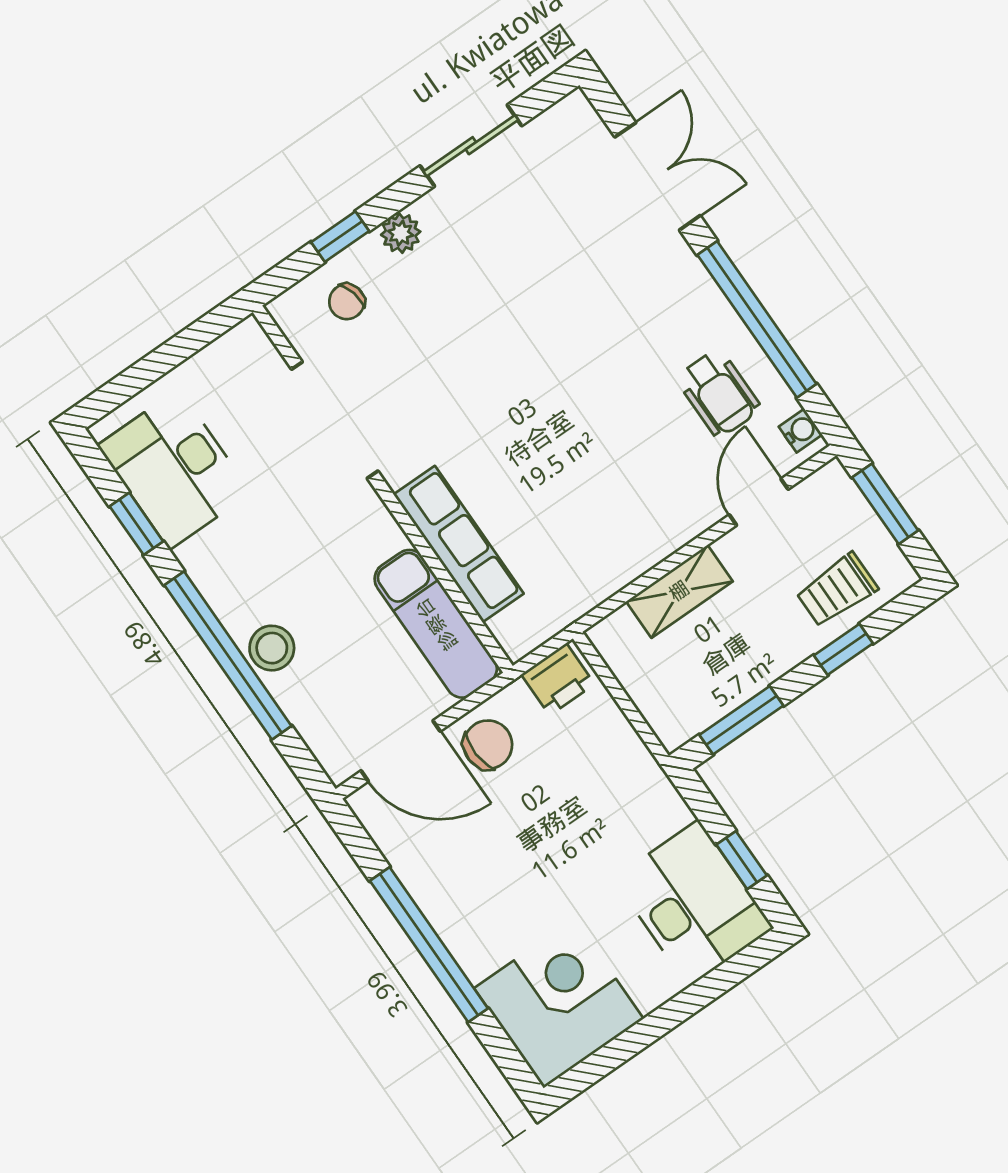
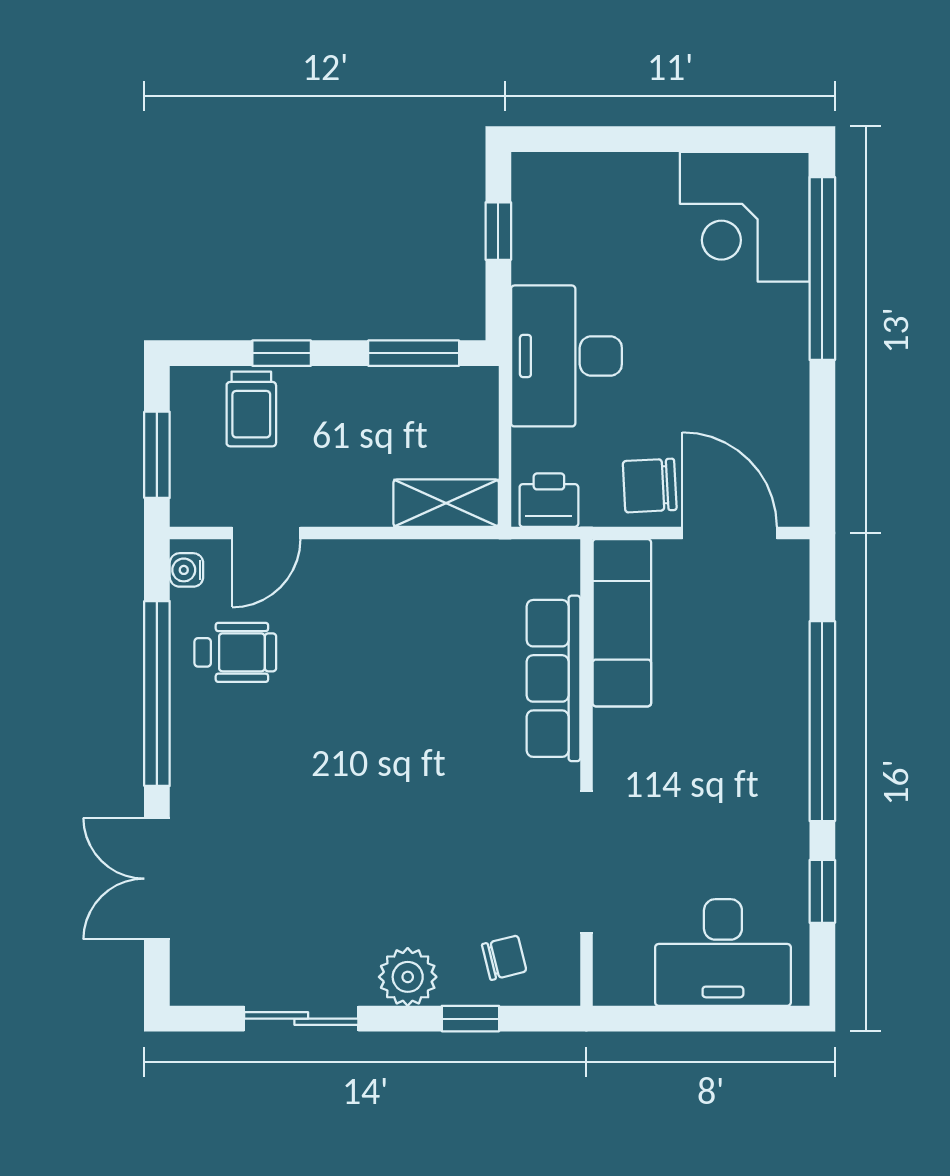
plant: (401, 233) -> (408, 977), width x1.38, depth x1.38
wheelchair: (718, 393) -> (235, 652), turned 90
desk: (174, 469) -> (723, 952), moved, turned 90
trolley: (837, 590) -> (251, 409), turned 90
shelving: (679, 591) -> (446, 503), moved
stool: (272, 648) -> (780, 701), removed
desk: (694, 903) -> (566, 356), moved
window: (429, 945) -> (822, 269), moved

